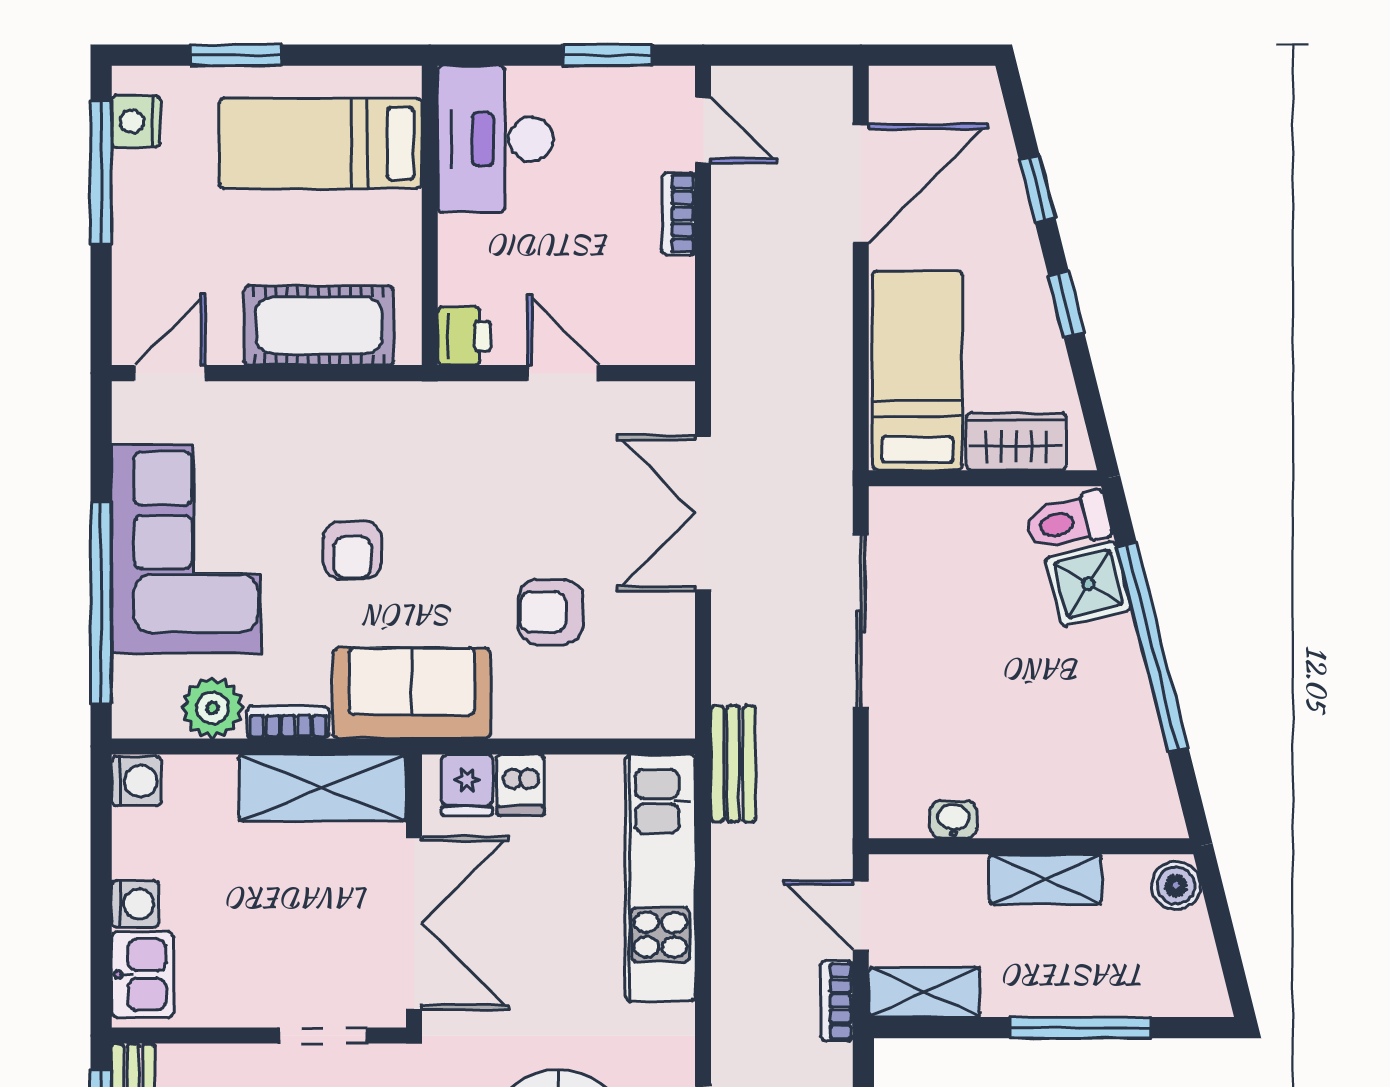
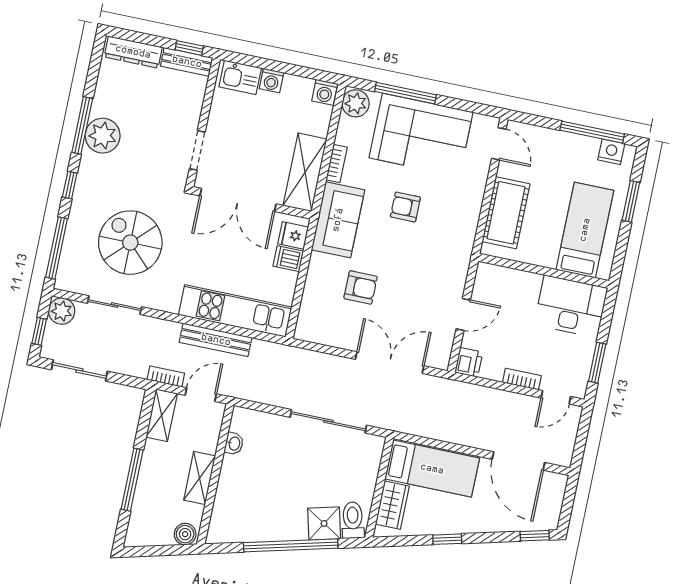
window: (1037, 189) -> (535, 536), moved
printer: (464, 336) -> (469, 362), moved, turned -90
window: (101, 602) -> (405, 93), width x0.68
armchair: (551, 612) -> (361, 287), turned 90
plant: (212, 708) -> (356, 103), moved
bench: (733, 764) -> (216, 340), moved, width x1.36

